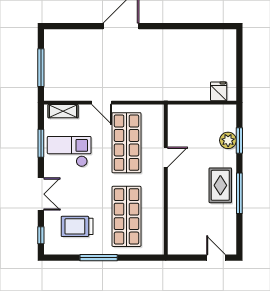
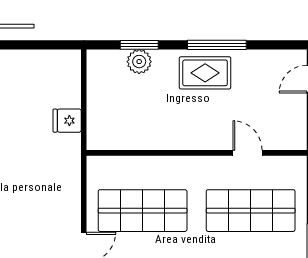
fridge: (219, 91) -> (67, 121), moved
door: (166, 157) -> (247, 153), moved

